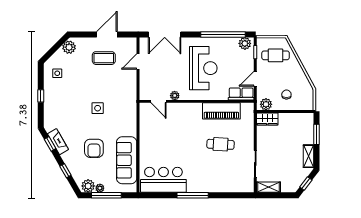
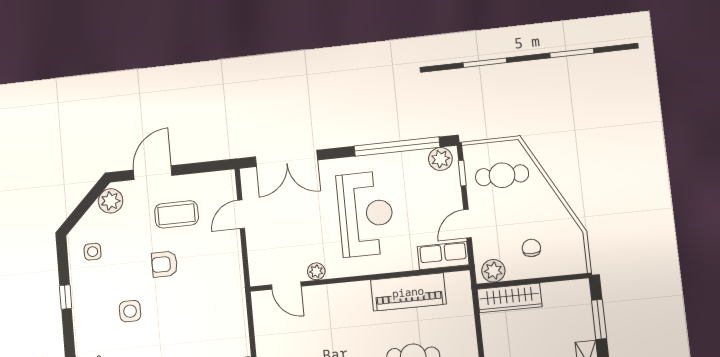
door: (107, 35) -> (153, 173), moved
armchair: (95, 84) -> (165, 264), added
side table: (98, 108) -> (130, 311), moved
wardrobe: (267, 119) -> (509, 298), width x1.50

